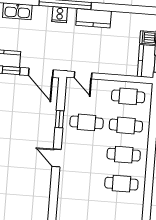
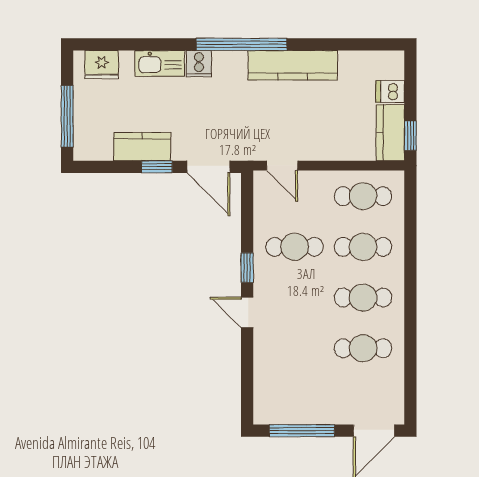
cooker: (60, 15) -> (199, 64), moved
kitchen counter: (94, 18) -> (293, 65), width x1.50
window: (60, 119) -> (247, 268), moved

